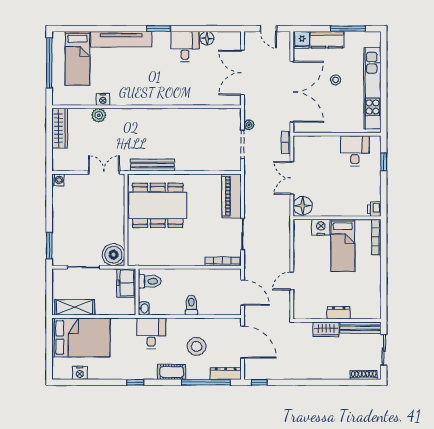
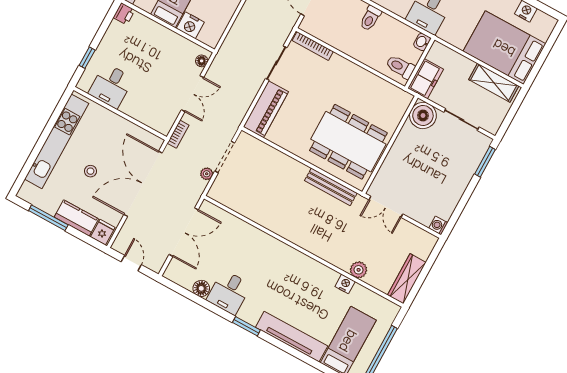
floor lamp: (303, 206) -> (202, 61), width x0.53, depth x0.53

